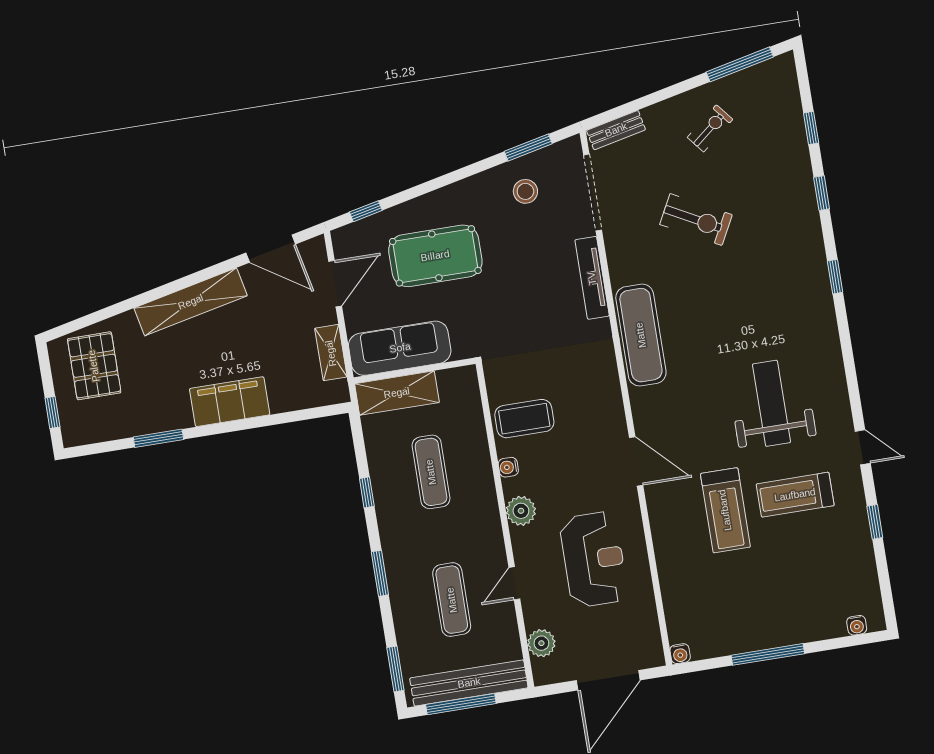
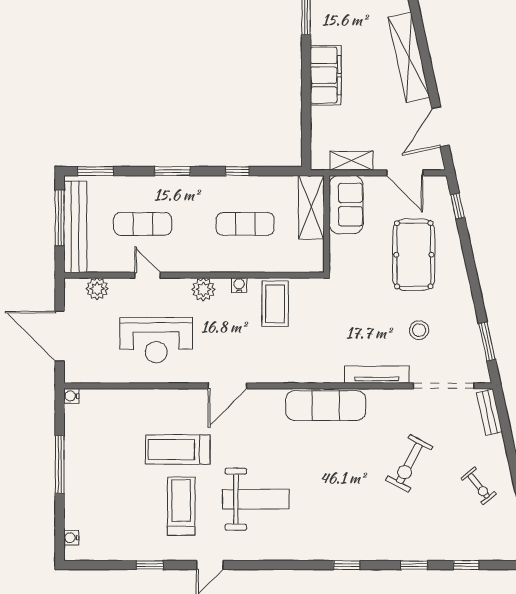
stool: (525, 191) -> (419, 330), moved
sofa: (400, 348) -> (346, 205), width x0.73

